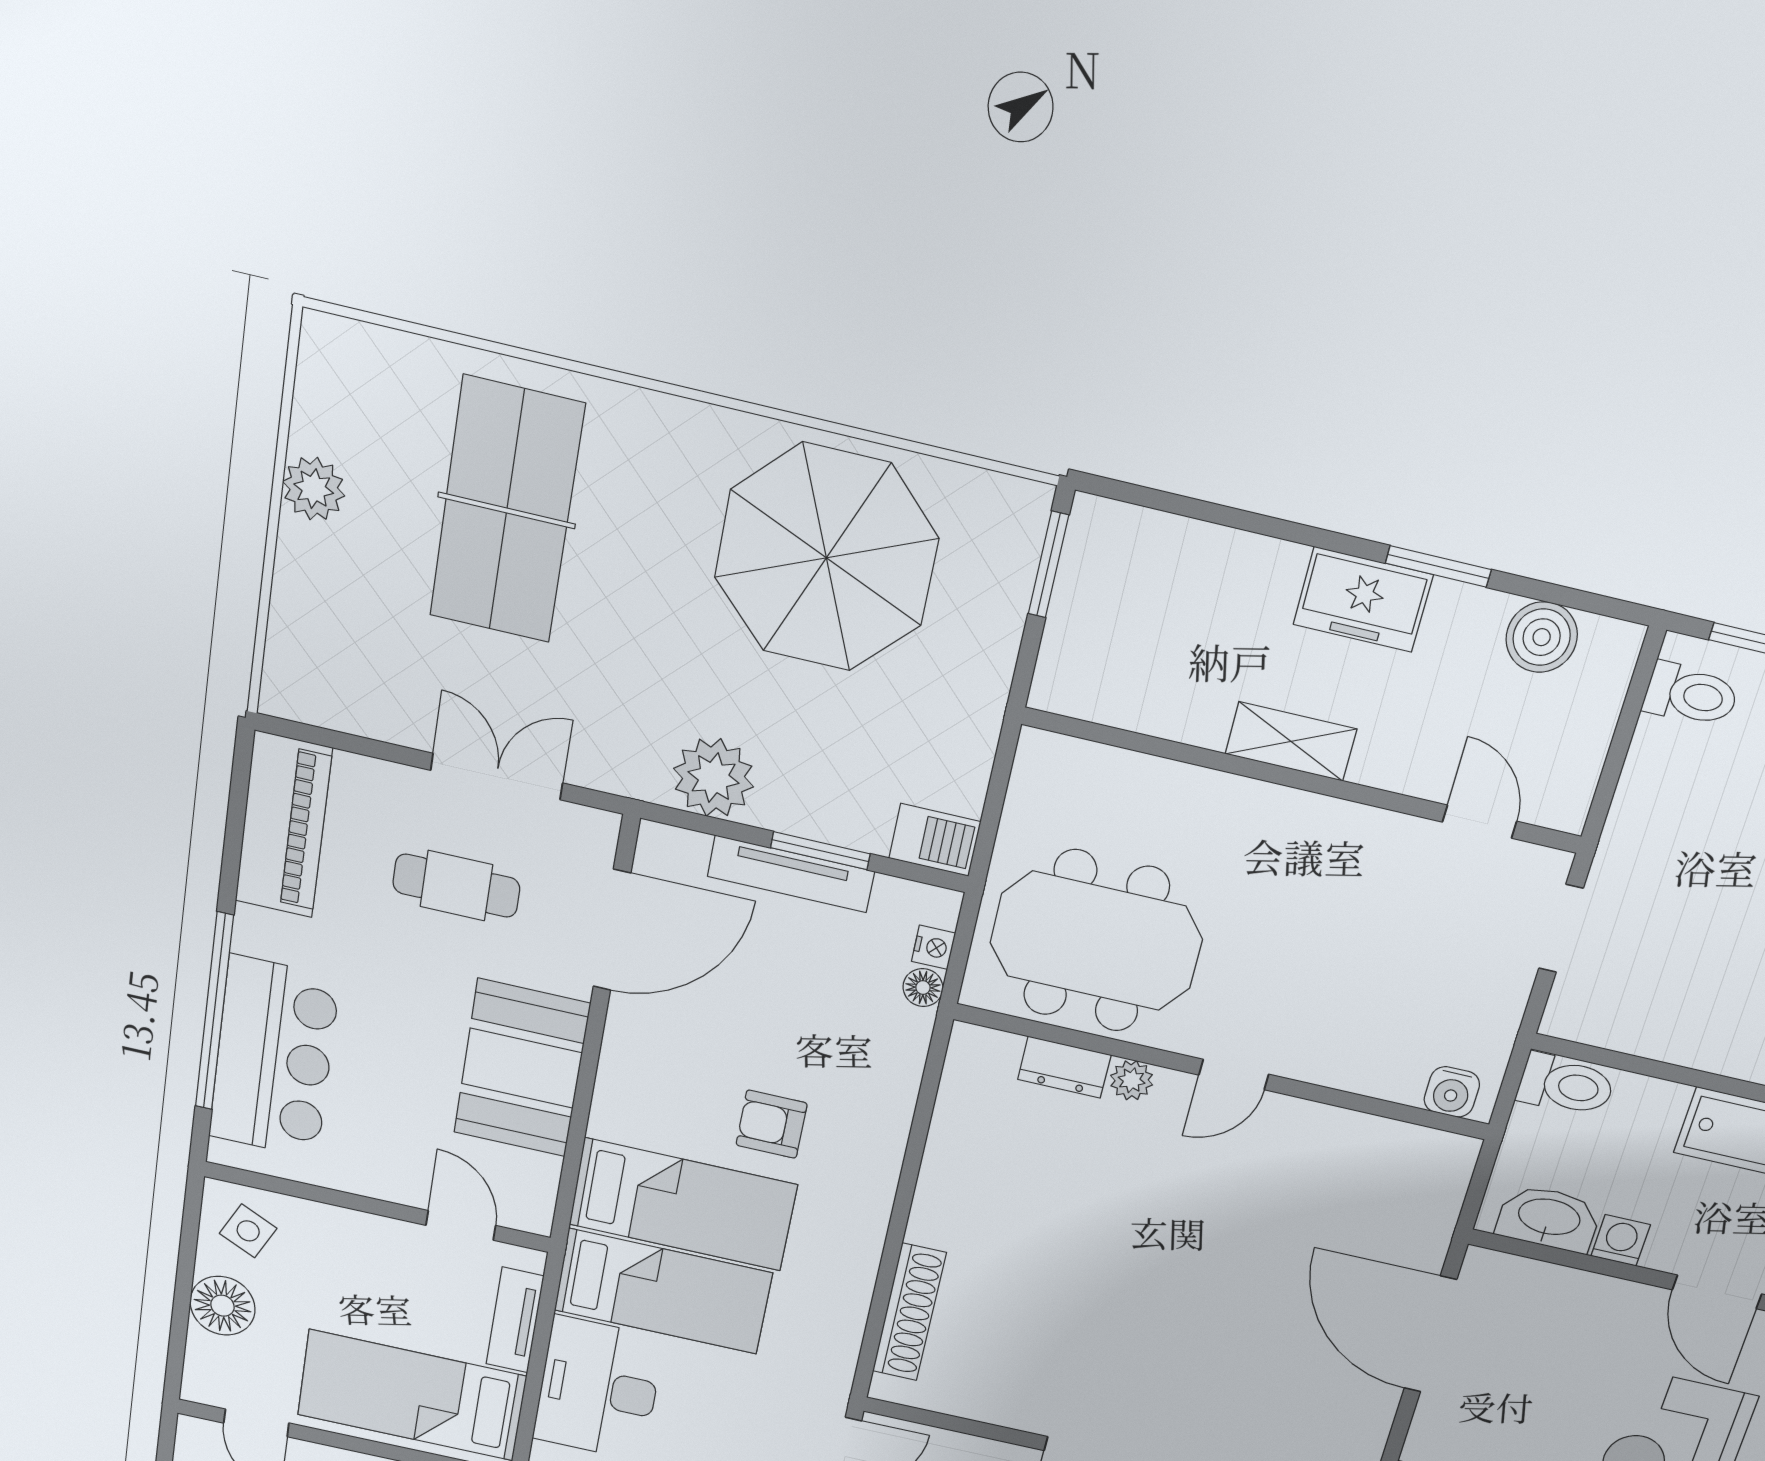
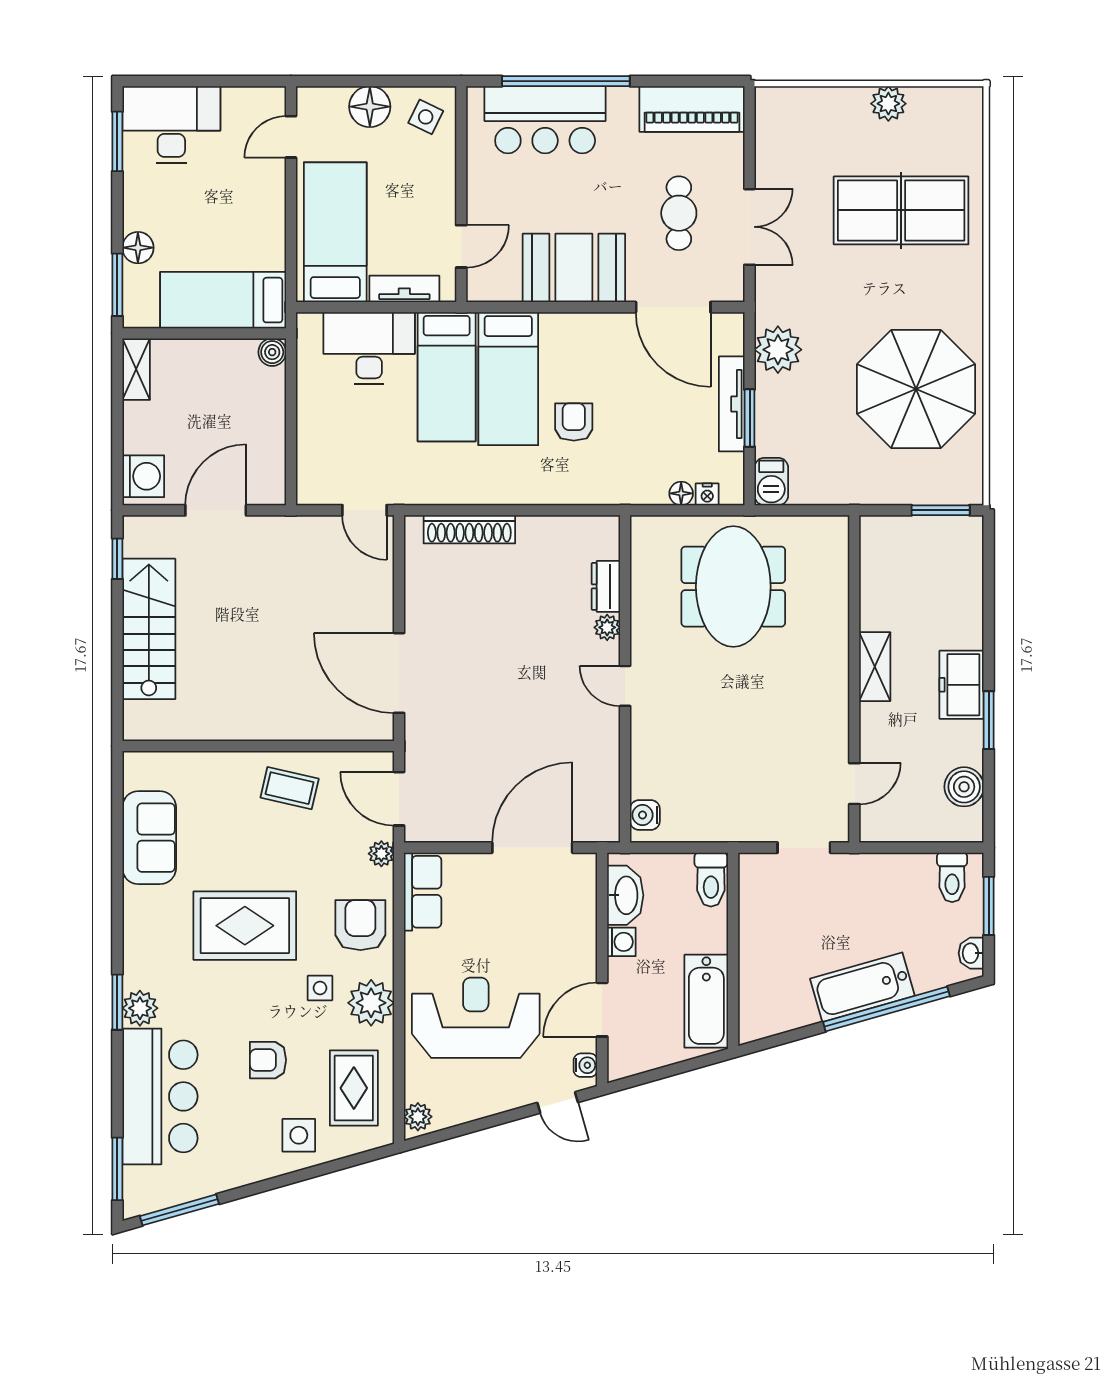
dresser: (1064, 1067) -> (606, 586), moved
wall: (1222, 1072) -> (625, 679), moved
door: (1234, 1075) -> (625, 686), moved
plant: (1132, 1080) -> (607, 627), moved
water cooler: (1452, 1092) -> (645, 815), moved

